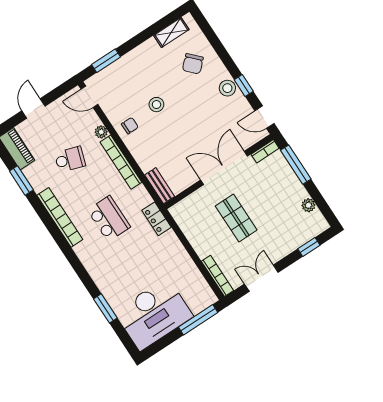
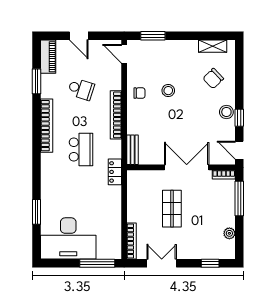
door: (33, 108) -> (79, 36), swing flipped
plant: (101, 132) -> (116, 84), removed

